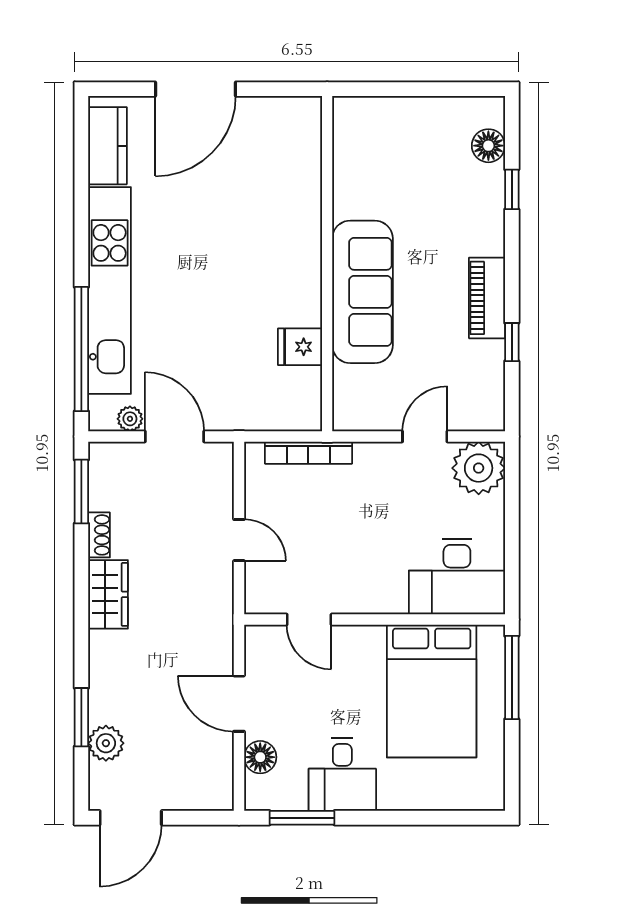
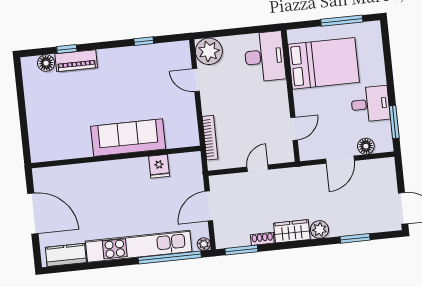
wall: (327, 264) -> (116, 157), moved
sofa: (362, 292) -> (128, 138), moved
piano: (487, 298) -> (76, 61), moved
fridge: (300, 347) -> (159, 166), moved
plant: (130, 419) -> (204, 244), moved
window: (512, 678) -> (342, 21), moved
plant: (106, 743) -> (319, 230), moved

